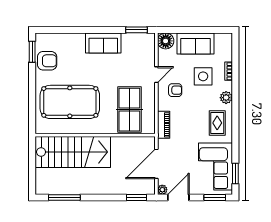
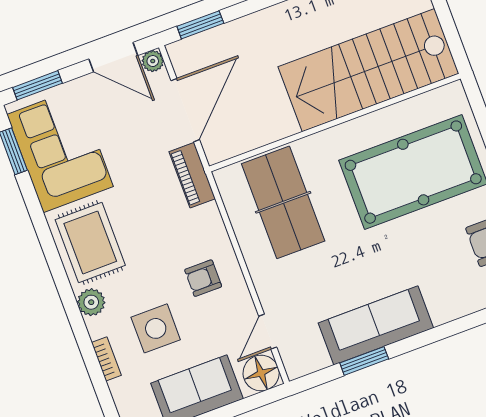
window: (137, 30) -> (364, 361), moved
sofa: (103, 43) -> (376, 325), width x1.36
door: (156, 75) -> (268, 332), moved
rug: (217, 123) -> (90, 242), width x1.36, depth x1.43
piano: (164, 125) -> (192, 175), moved
door: (178, 198) -> (113, 57), hinge flipped

